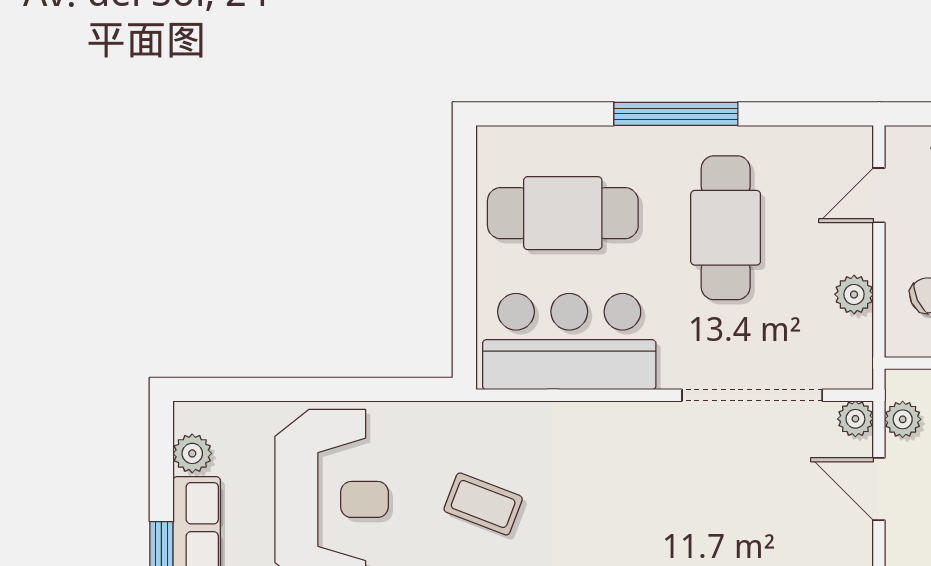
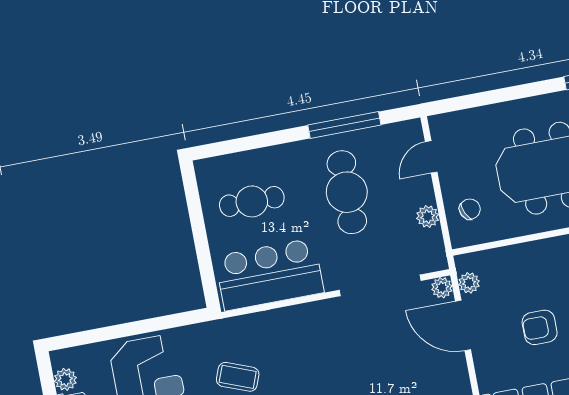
window: (676, 114) -> (344, 125), moved
cafe table: (563, 213) -> (252, 201), width x0.73, depth x0.74
door: (879, 489) -> (463, 325), width x1.38

